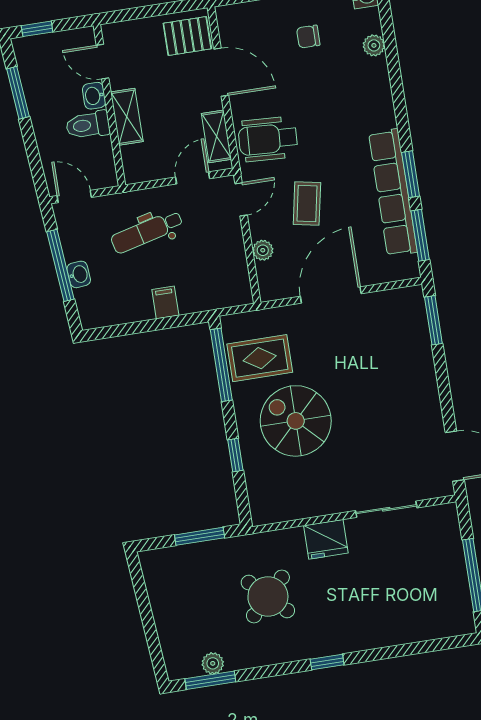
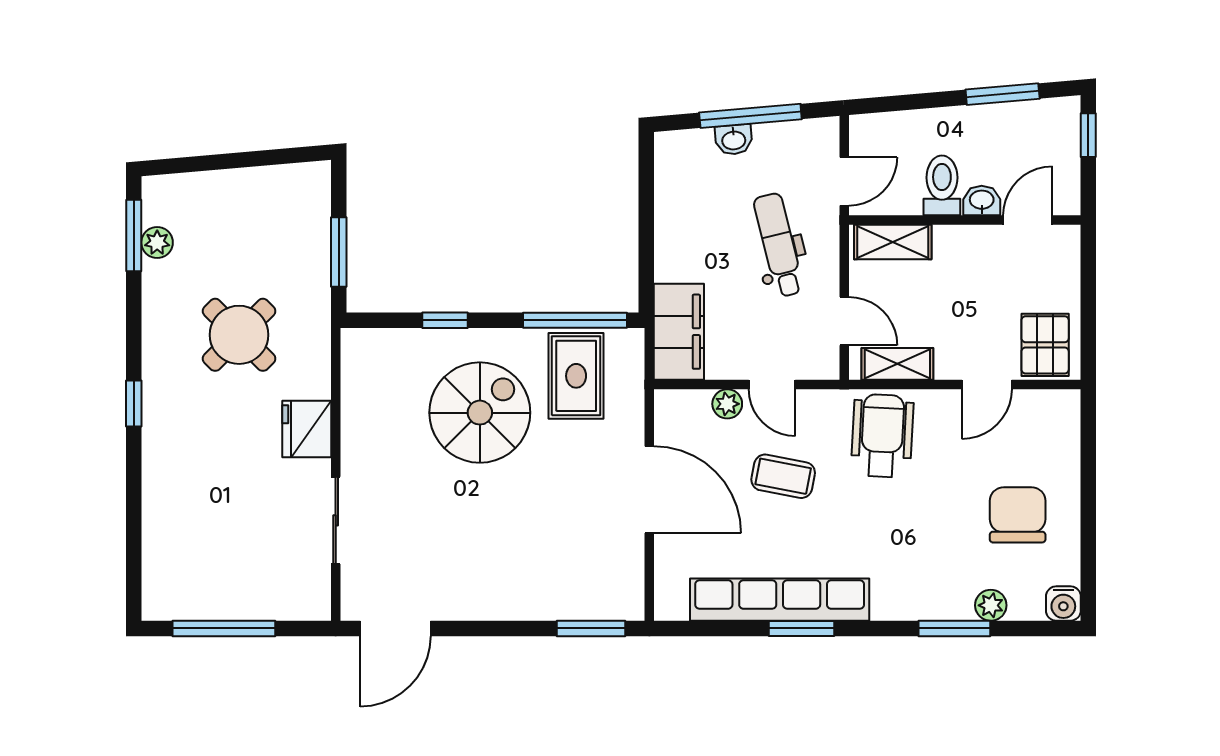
chair: (308, 37) -> (1018, 515), width x1.87, depth x1.87
door: (221, 72) -> (987, 385), width x0.73
shelving: (127, 117) -> (893, 242), moved
door: (74, 196) -> (844, 181), moved
door: (241, 199) -> (772, 385), moved
window: (420, 235) -> (954, 628), moved
filing cabinet: (165, 302) -> (679, 332), moved, width x3.00, depth x1.17

